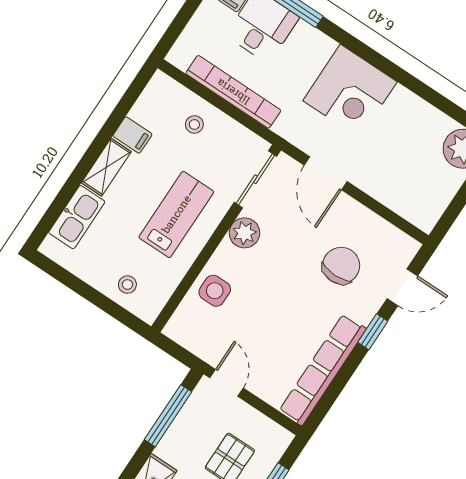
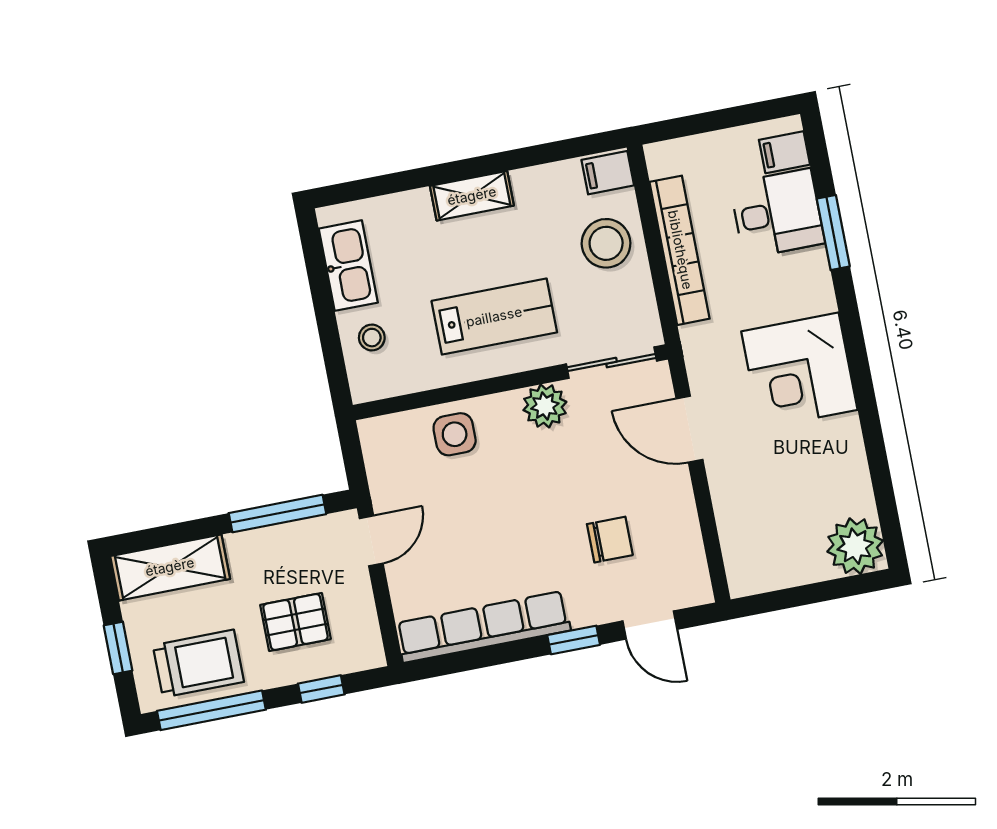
stool: (194, 124) -> (606, 243), width x1.89, depth x1.89
filing cabinet: (132, 135) -> (608, 173), moved, turned 90
door: (326, 173) -> (689, 429), hinge flipped
kitchen sink: (77, 217) -> (348, 266), moved, turned -90
chair: (341, 266) -> (610, 540), width x0.73, depth x0.73

